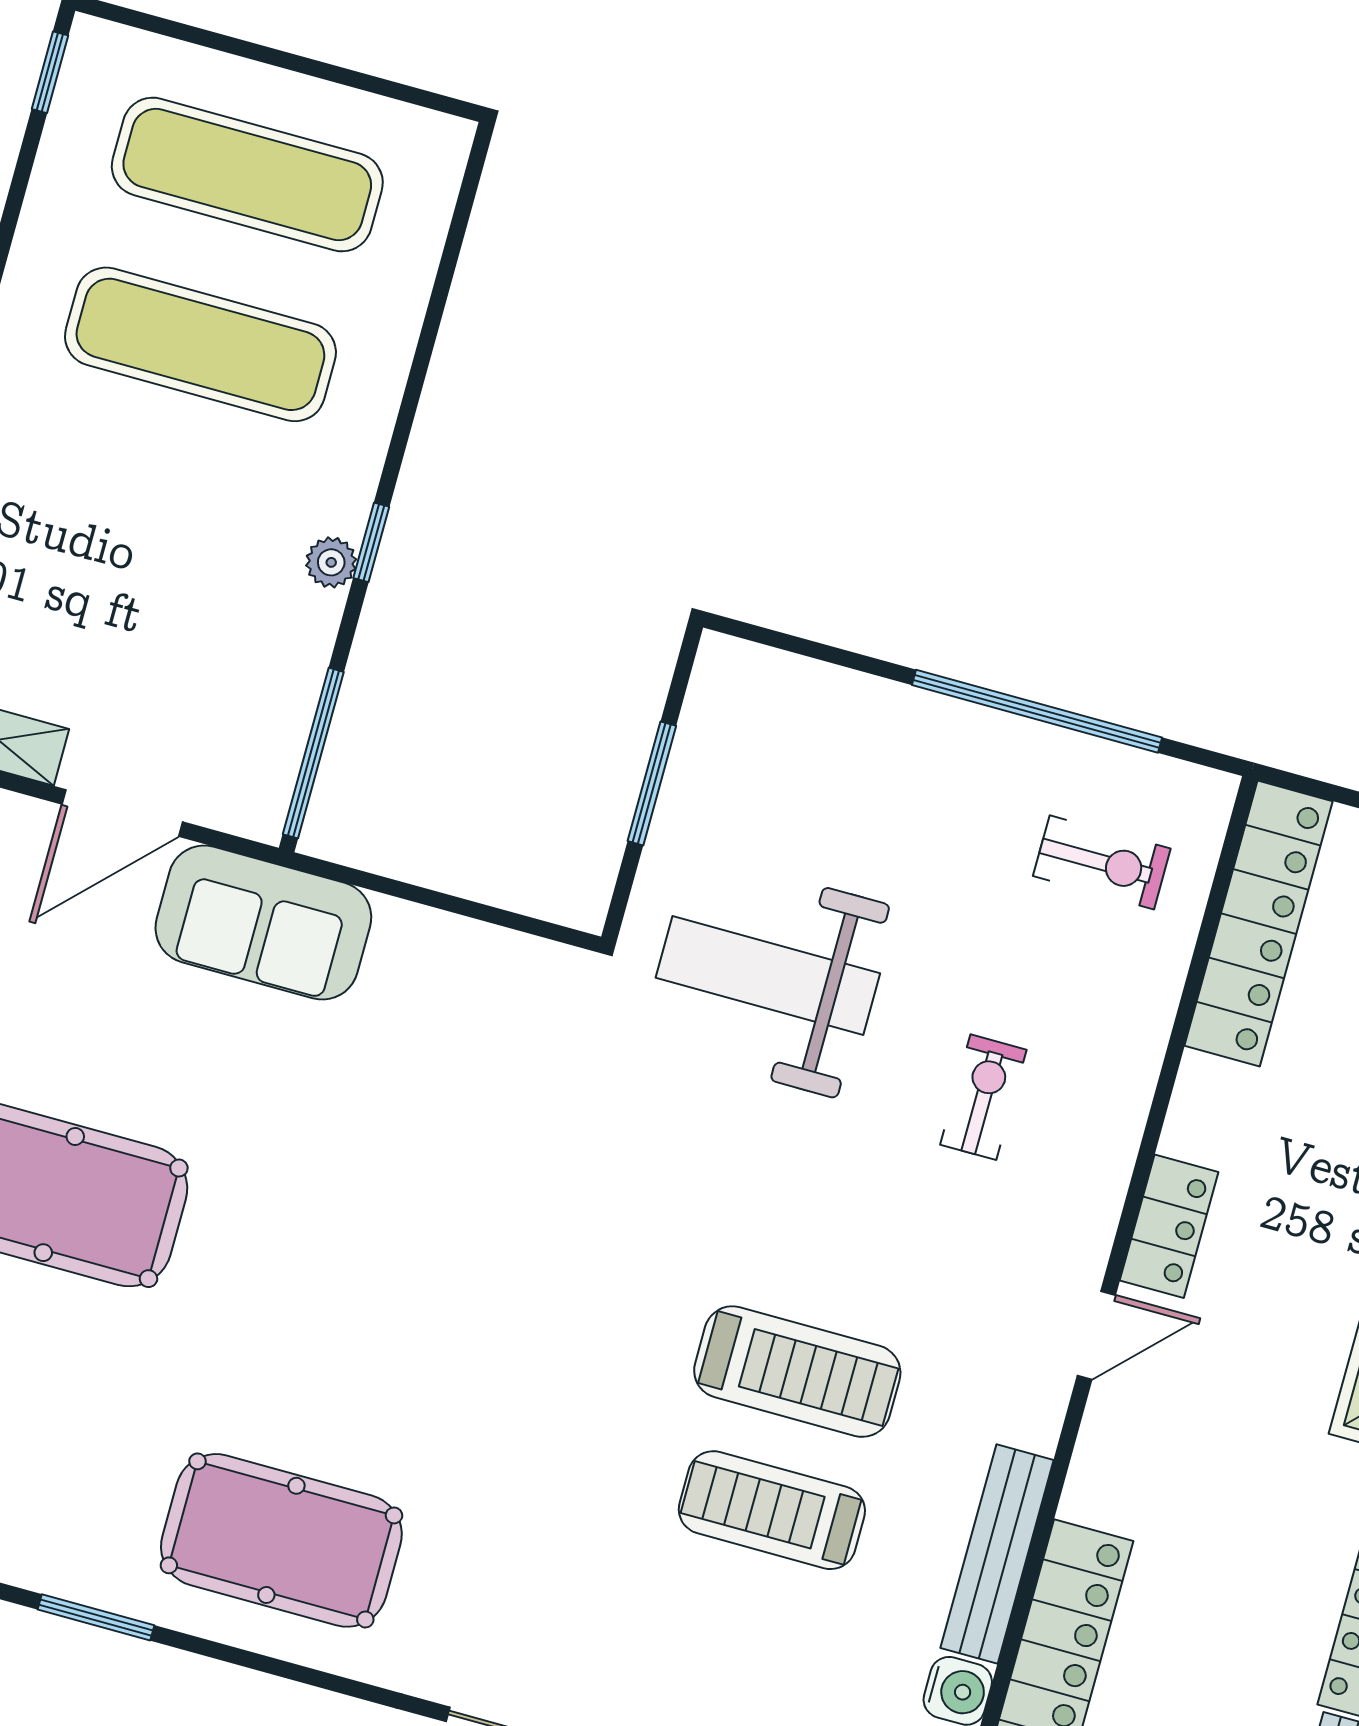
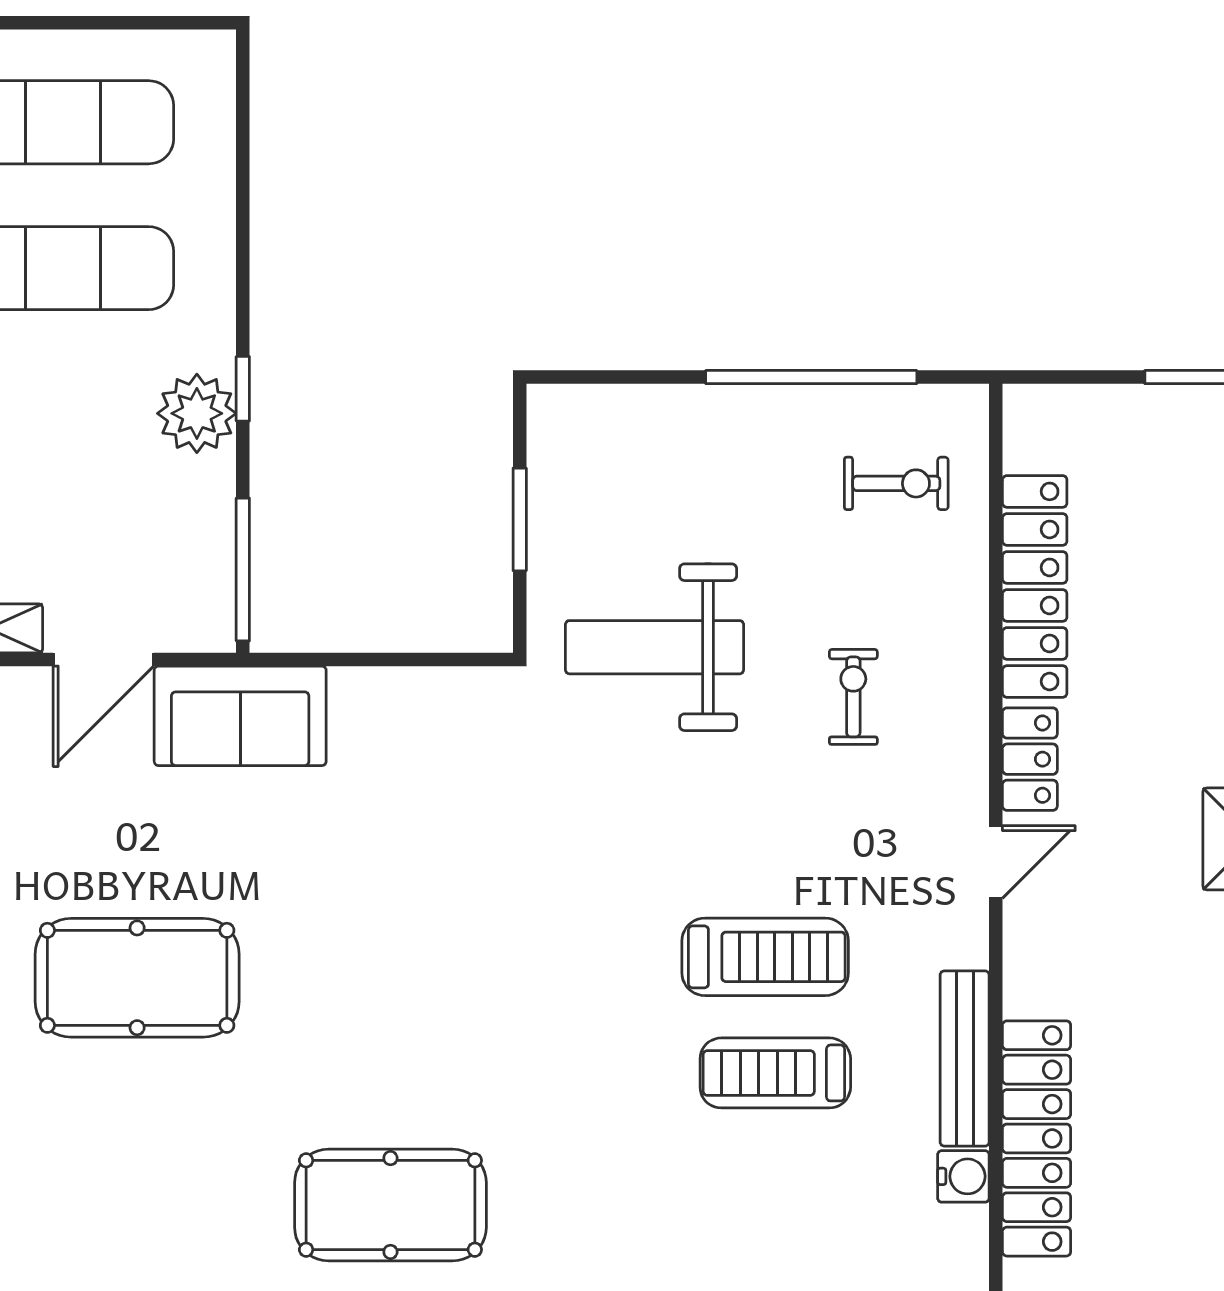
plant: (331, 562) -> (197, 413), width x1.88, depth x1.88
locker: (1259, 923) -> (1035, 586), moved

